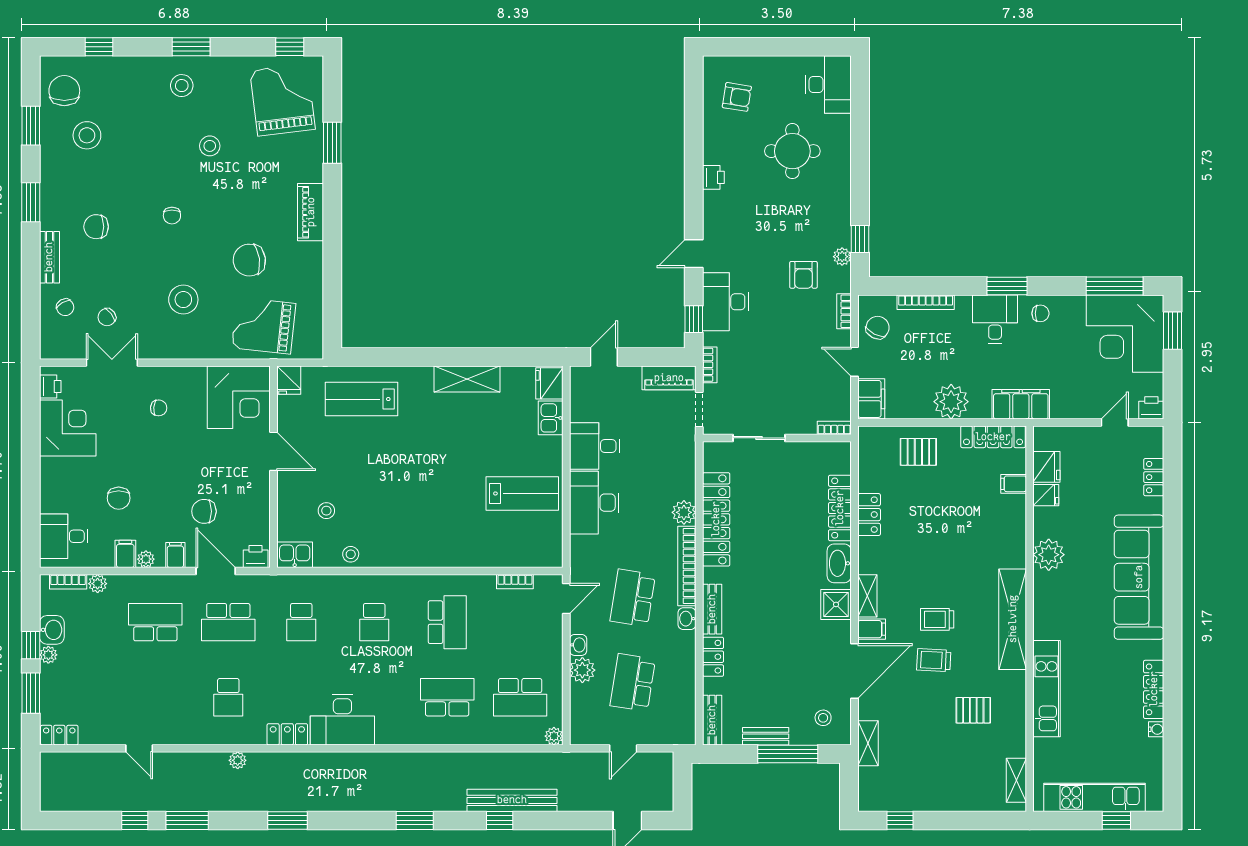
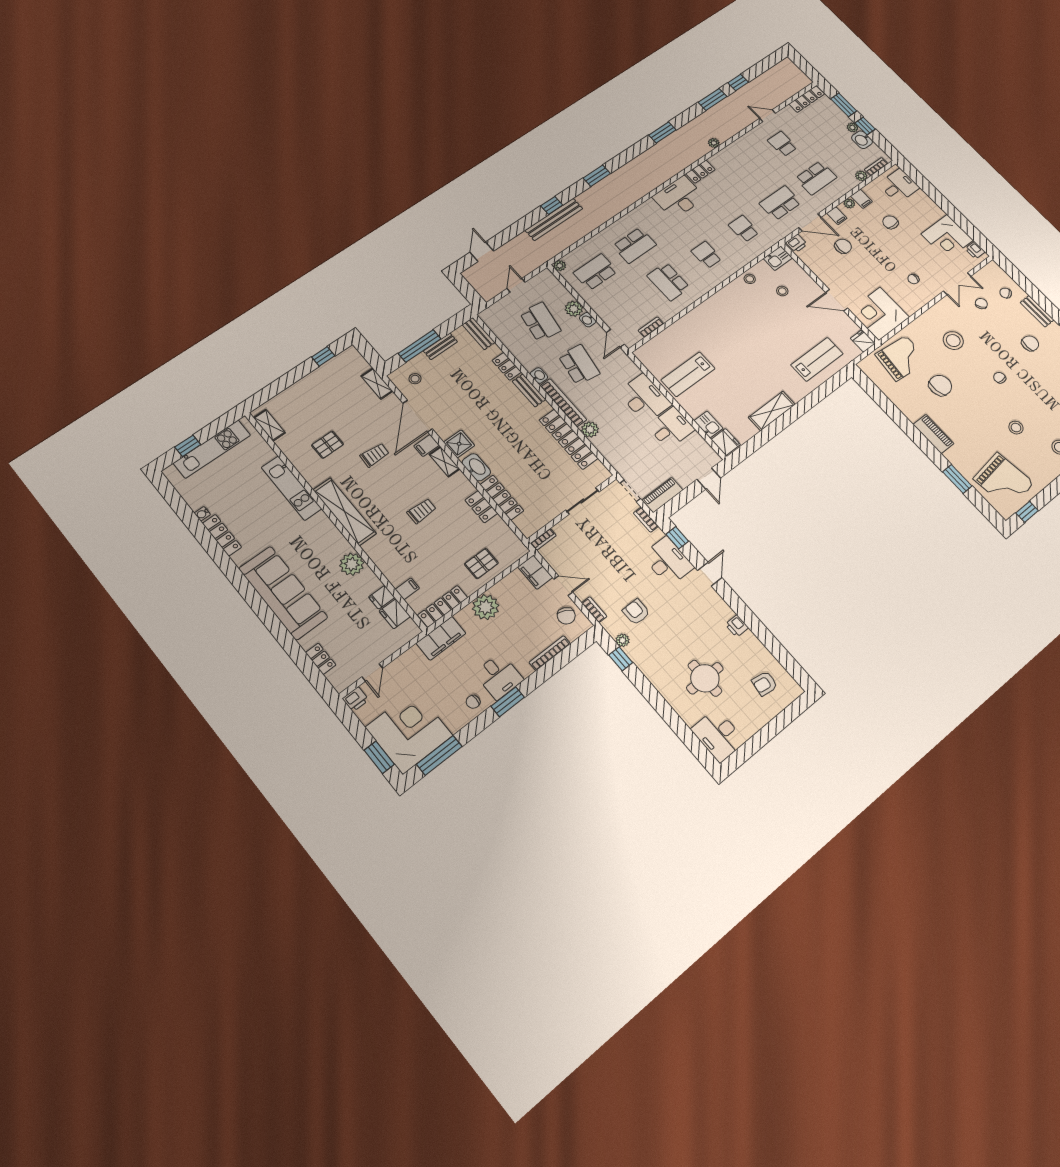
trolley: (937, 619) -> (422, 511), moved
school desk: (228, 697) -> (782, 144), moved
locker: (59, 735) -> (807, 99), width x1.53

